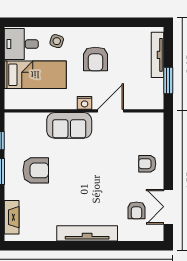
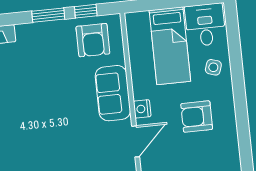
door: (111, 111) -> (136, 141), hinge flipped
armchair: (36, 170) -> (93, 40), moved

